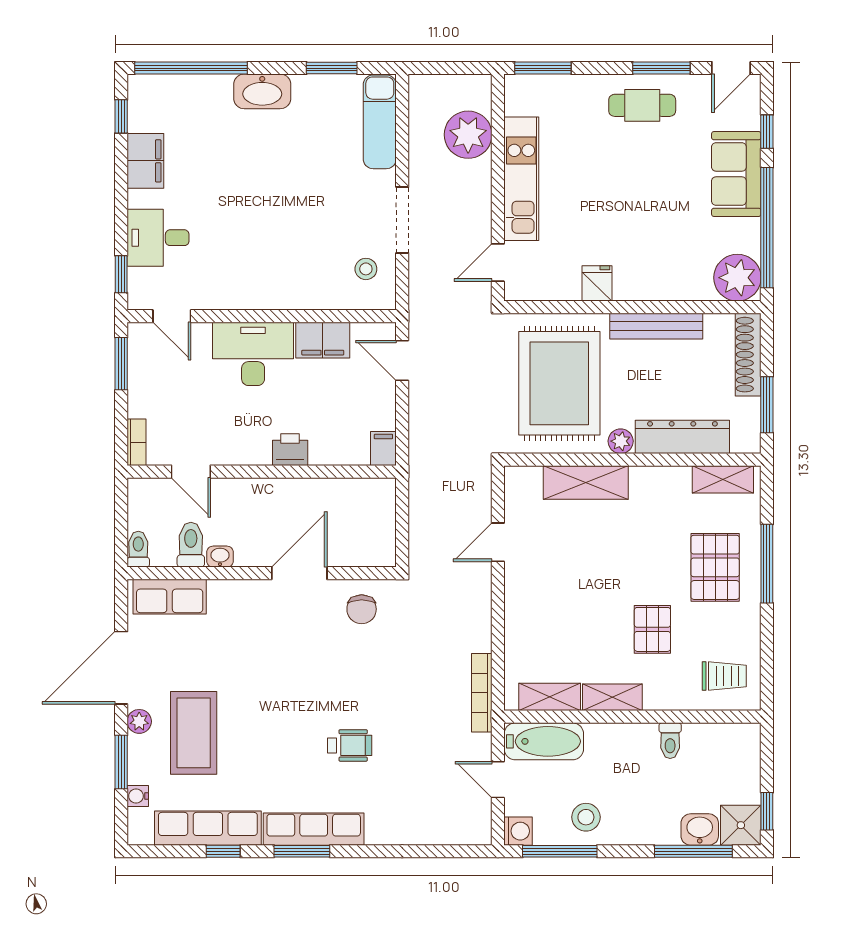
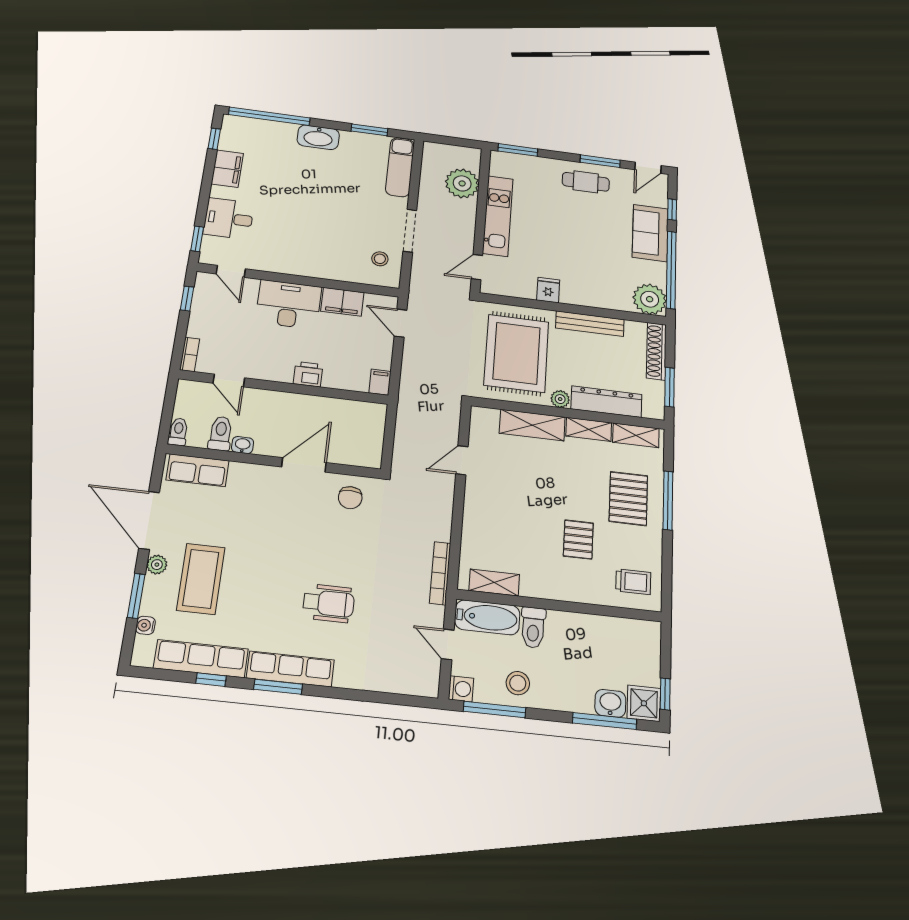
window: (121, 364) -> (187, 298), width x0.67
door: (121, 668) -> (149, 520), hinge flipped
shelving: (612, 697) -> (589, 429), moved
toilet: (670, 741) -> (533, 627), moved, width x1.37, depth x1.39
wheelchair: (350, 745) -> (329, 603), width x1.36, depth x1.37

